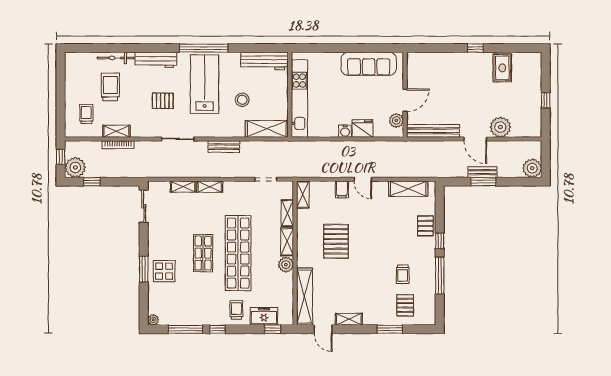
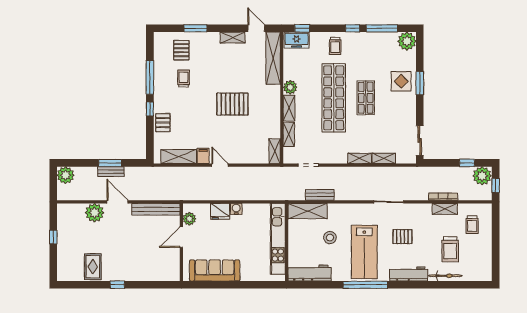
bench: (224, 147) -> (320, 195), moved
filing cabinet: (342, 189) -> (203, 156), moved
pallet: (336, 241) -> (232, 104), moved, turned 90
freezer: (264, 316) -> (297, 40), moved
plant: (153, 320) -> (407, 41), width x1.88, depth x1.88

